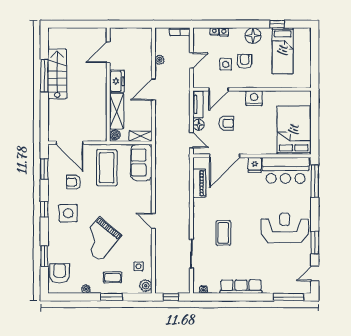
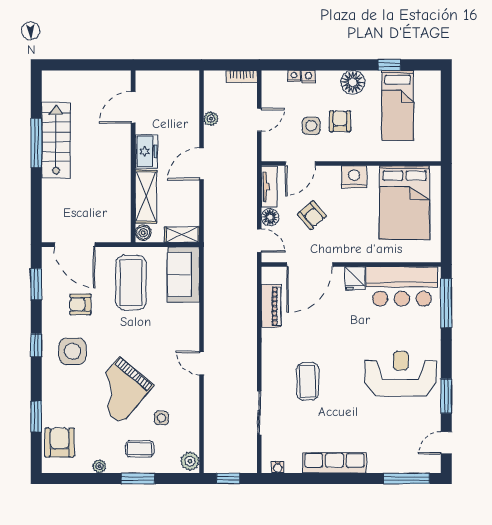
armchair: (226, 123) -> (312, 215), turned 49
bed: (294, 130) -> (405, 203), moved, turned 180
side table: (138, 266) -> (161, 418), moved

